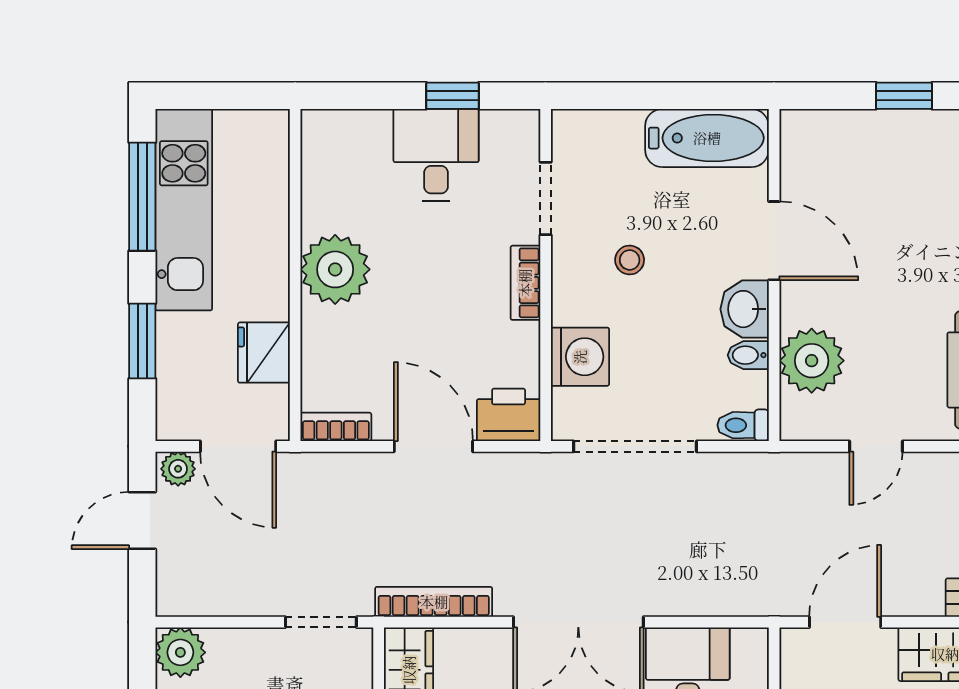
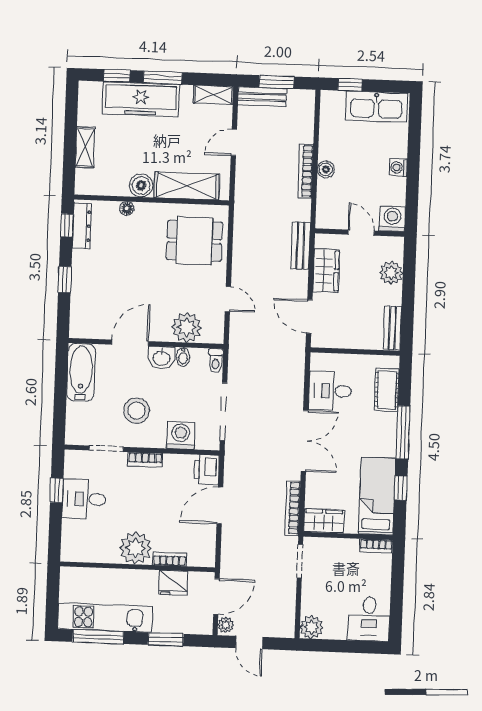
stool: (630, 260) -> (136, 411), width x1.89, depth x1.89
bookcase: (336, 427) -> (170, 559), moved, turned 90

